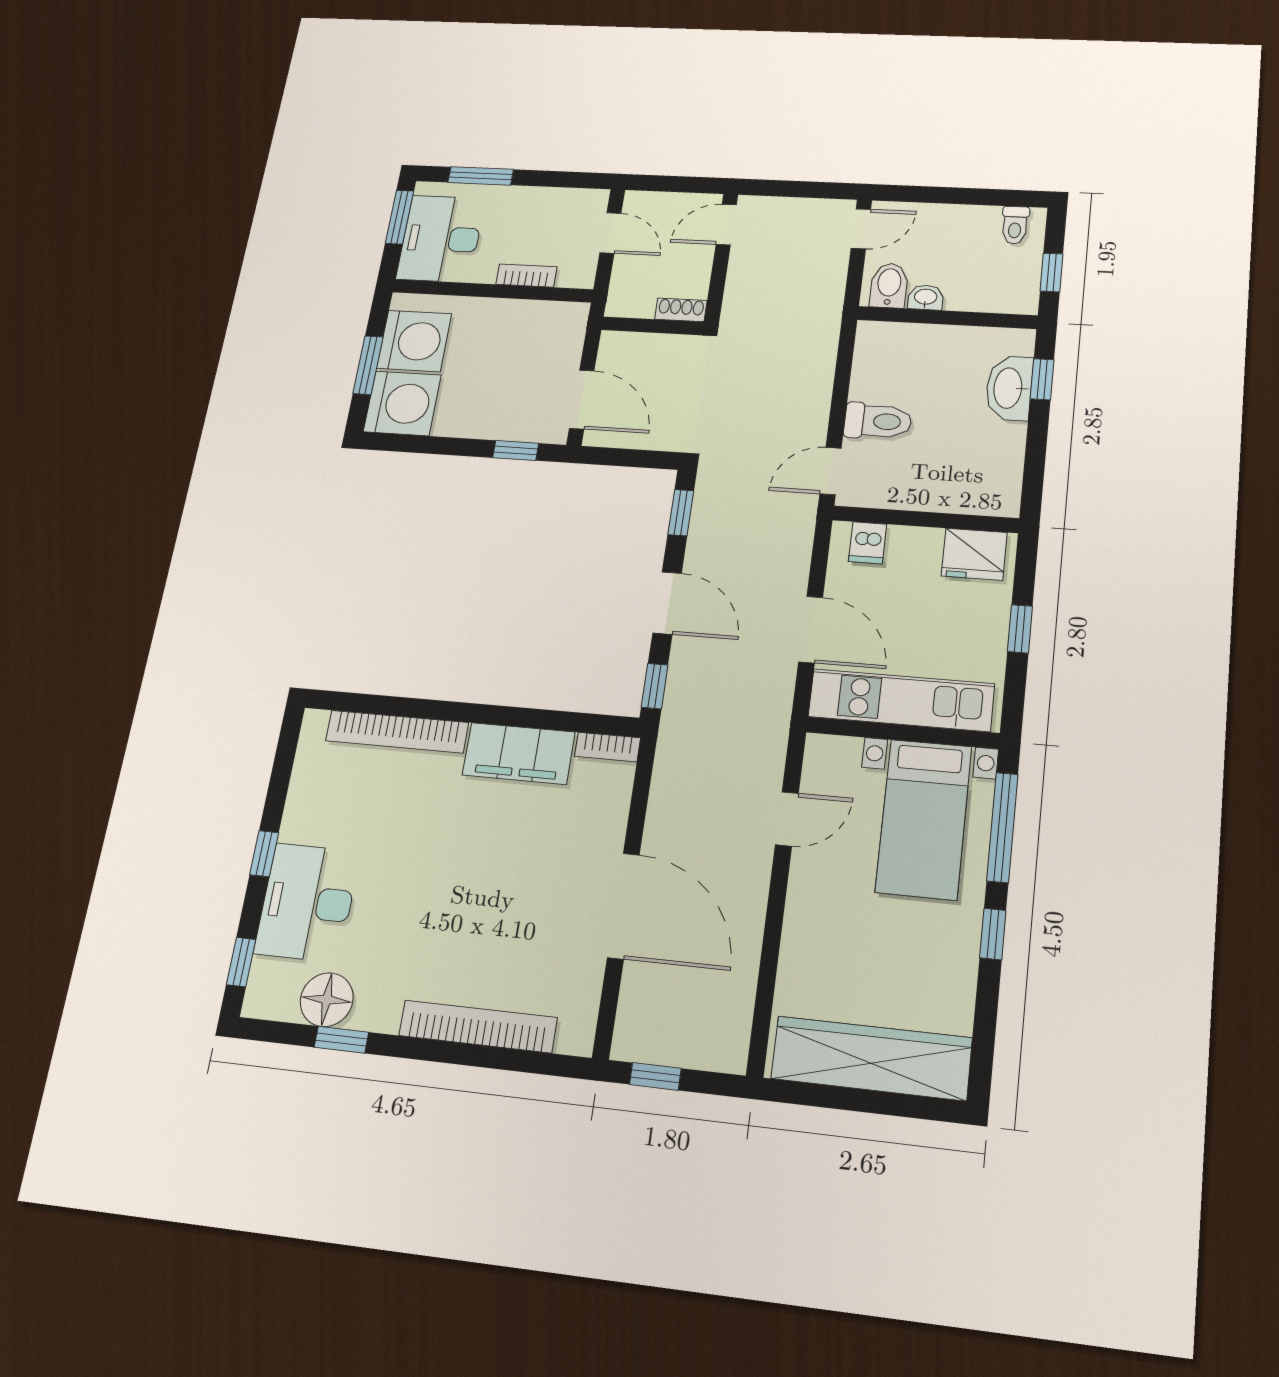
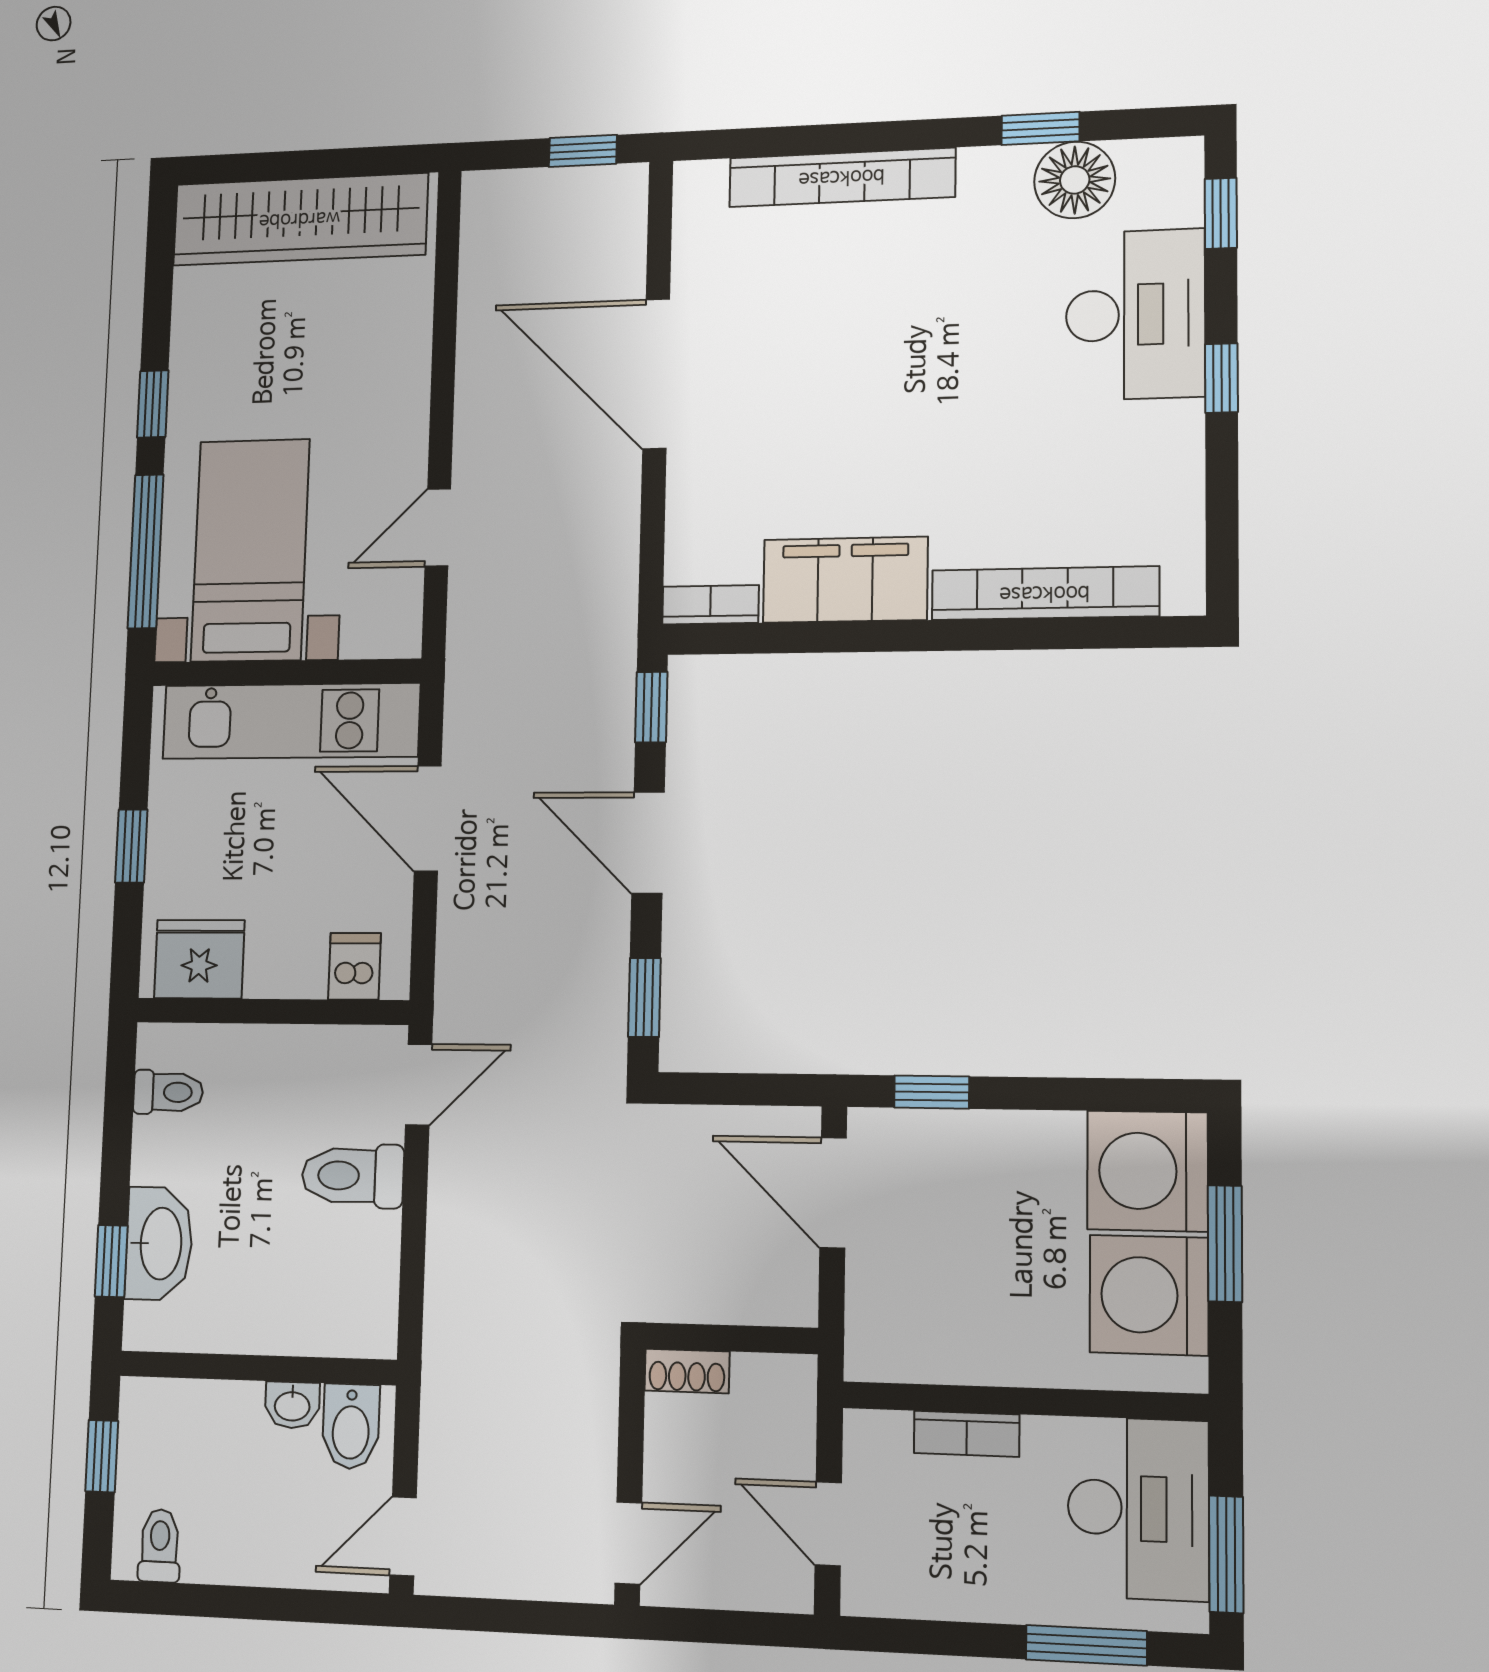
toilet: (999, 475) -> (168, 1092), added

